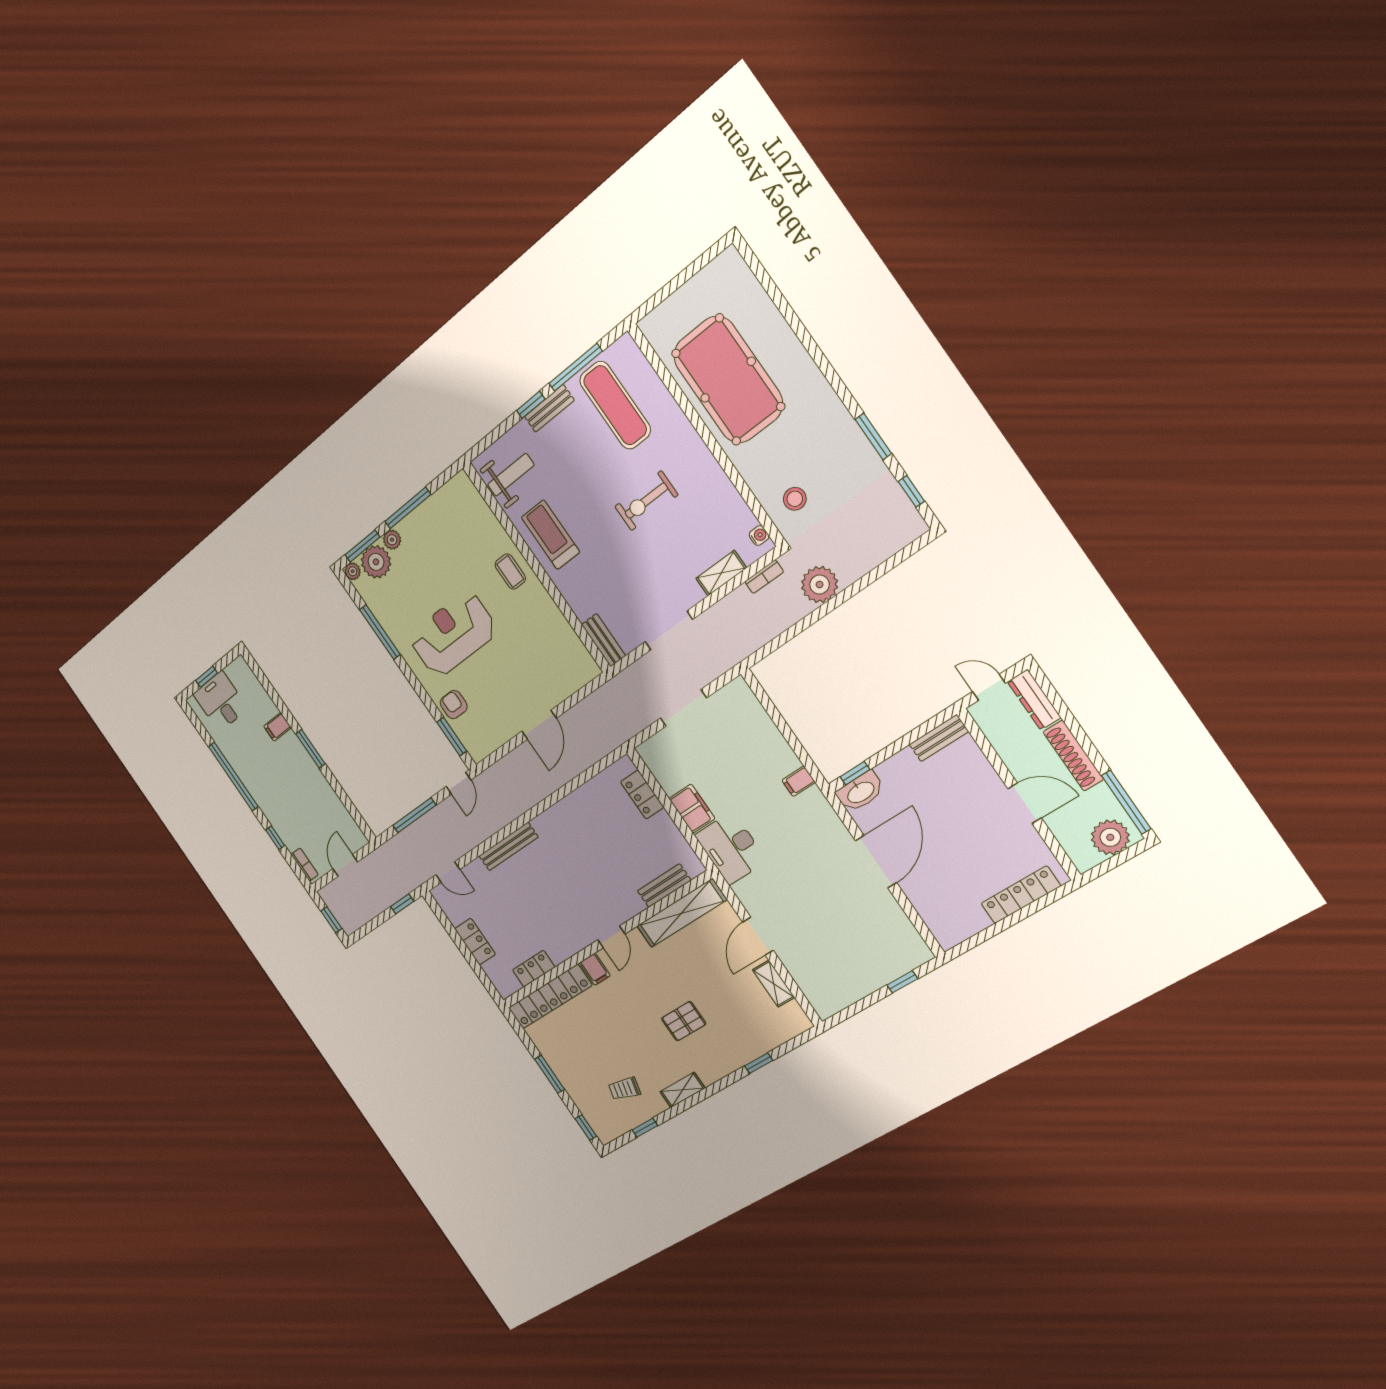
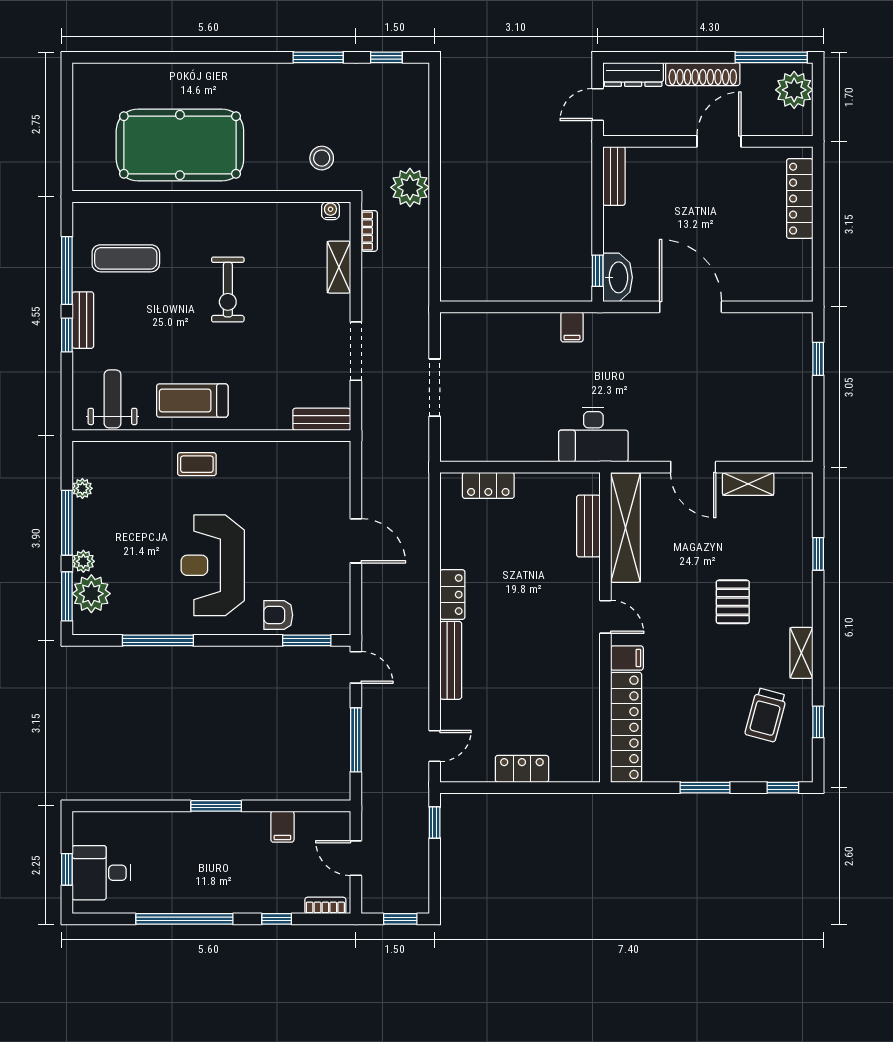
exercise mat: (615, 405) -> (126, 258), width x0.73, depth x0.69
plant: (353, 571) -> (82, 488), moved
filing cabinet: (277, 727) -> (282, 827), moved
filing cabinet: (692, 809) -> (533, 446), removed
locker: (534, 969) -> (452, 595), moved, turned 180
trolley: (624, 1089) -> (766, 715), width x1.36, depth x1.39

